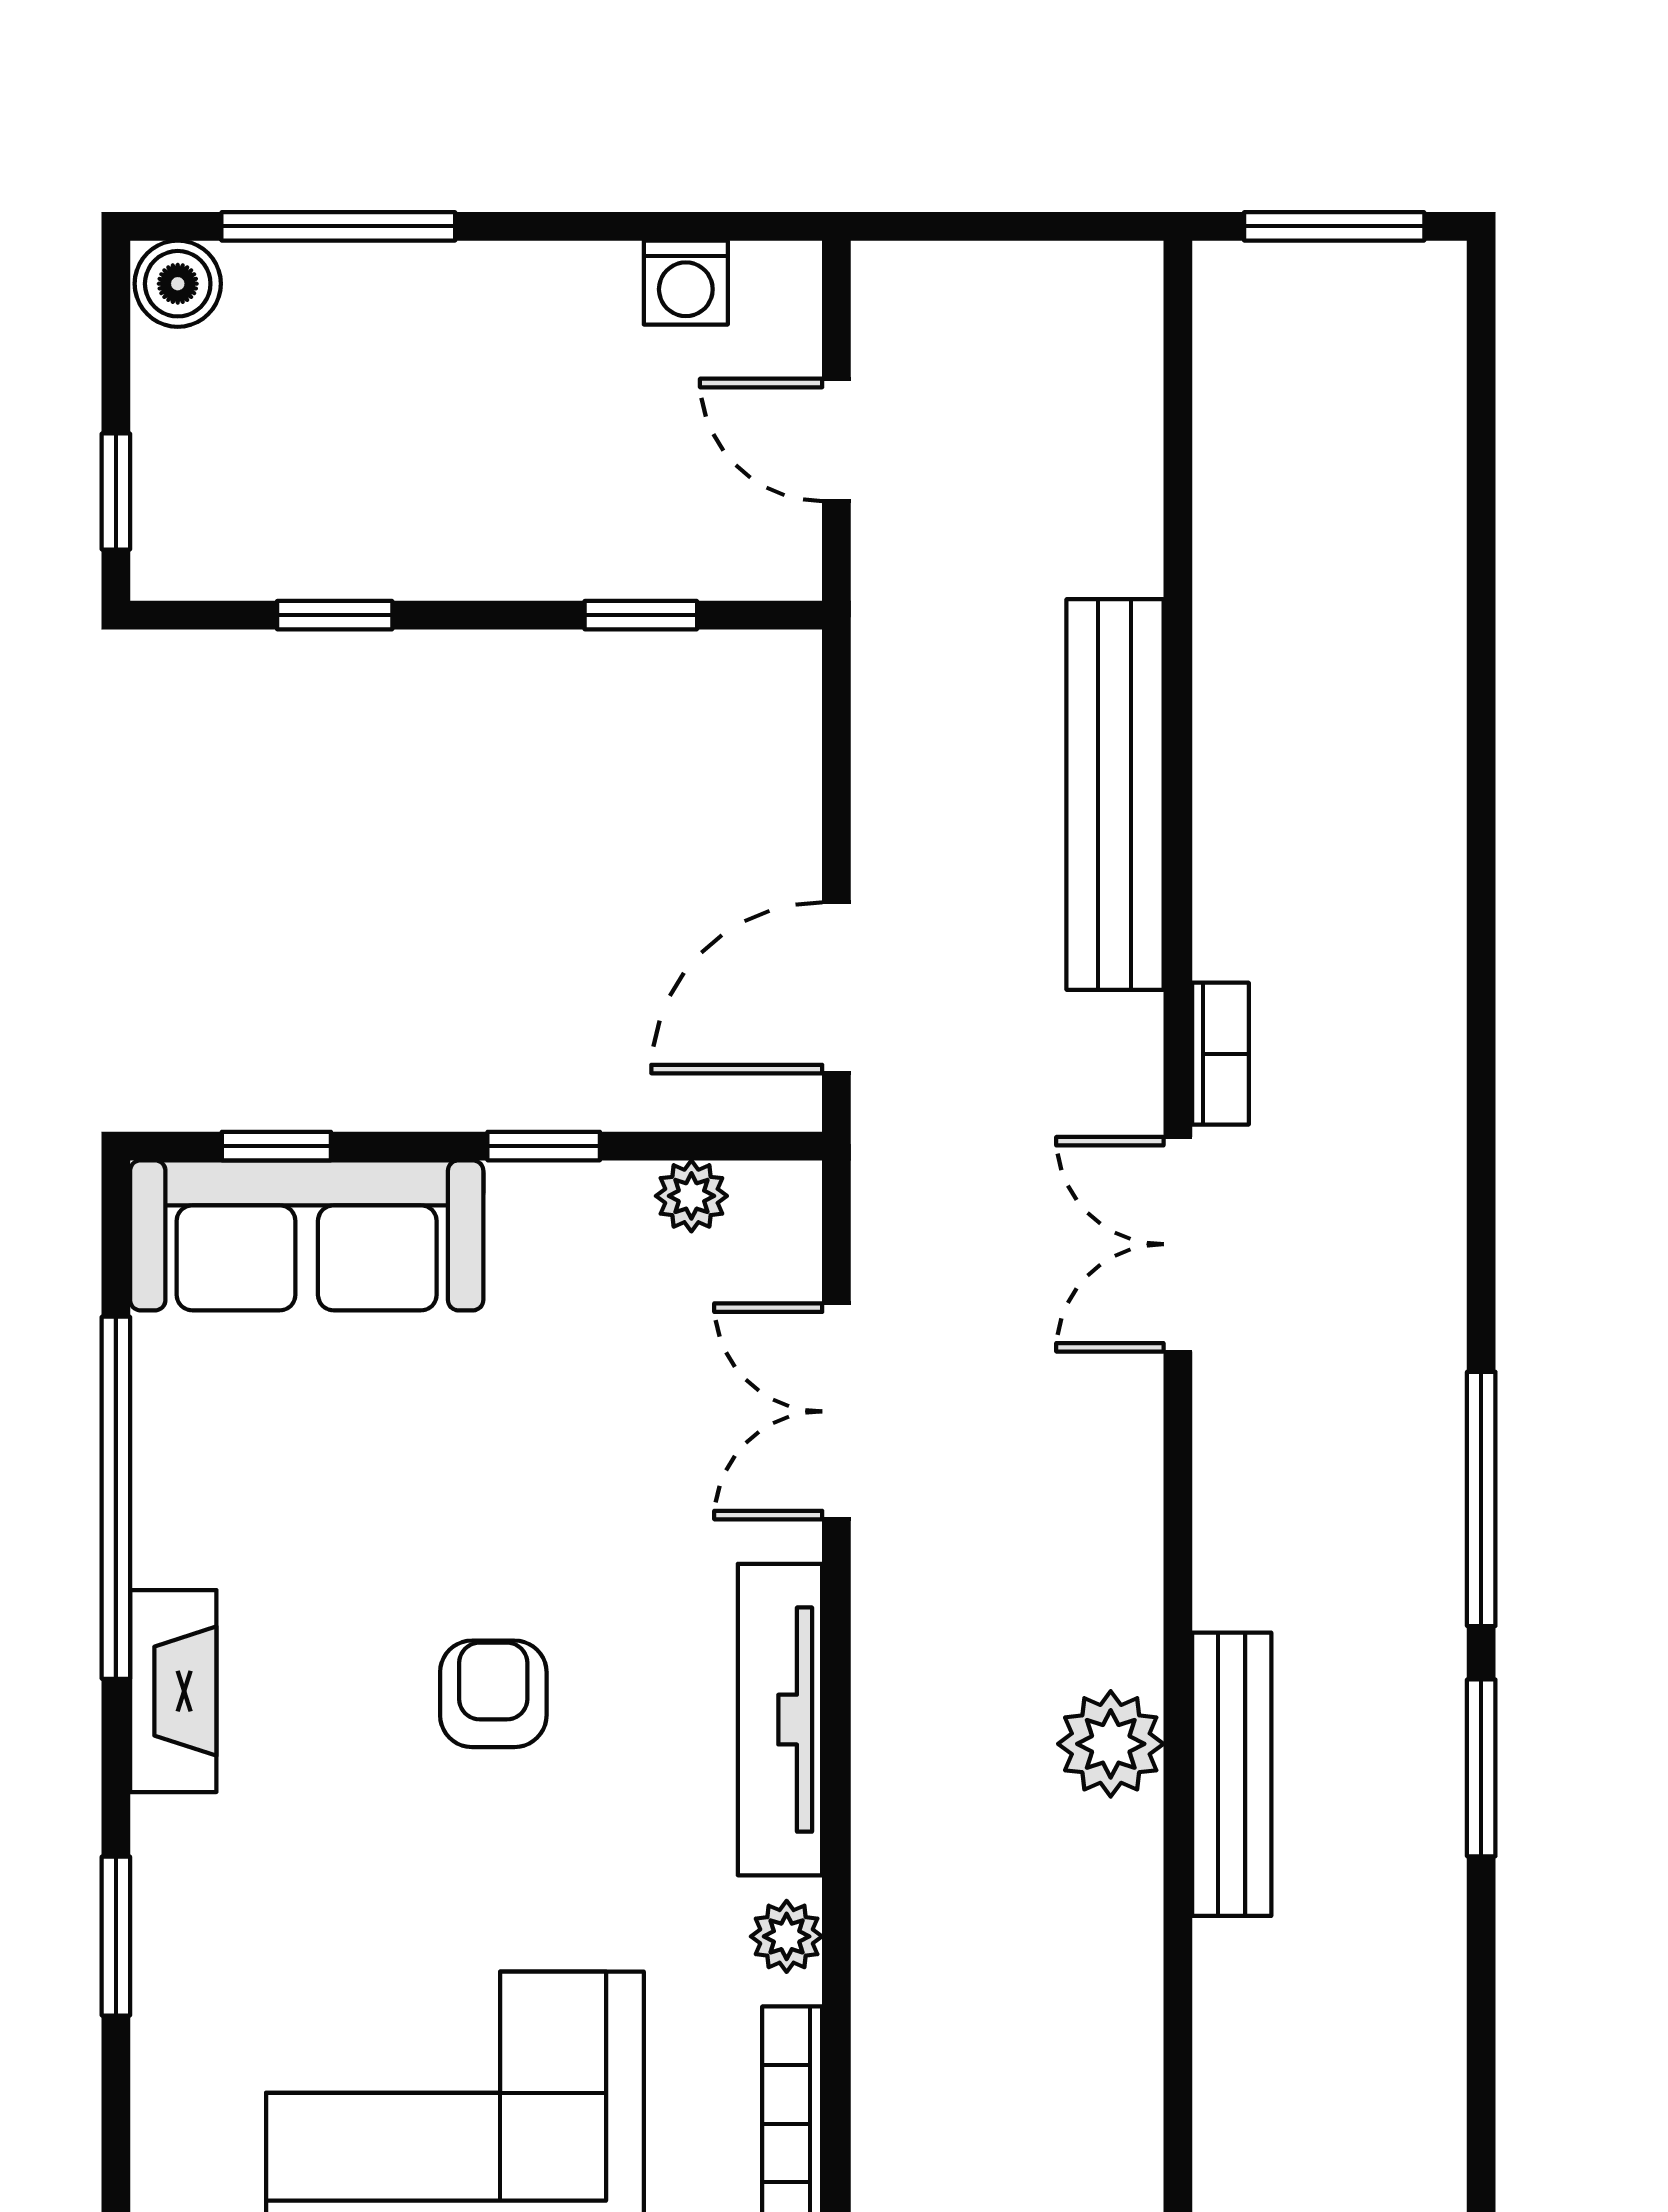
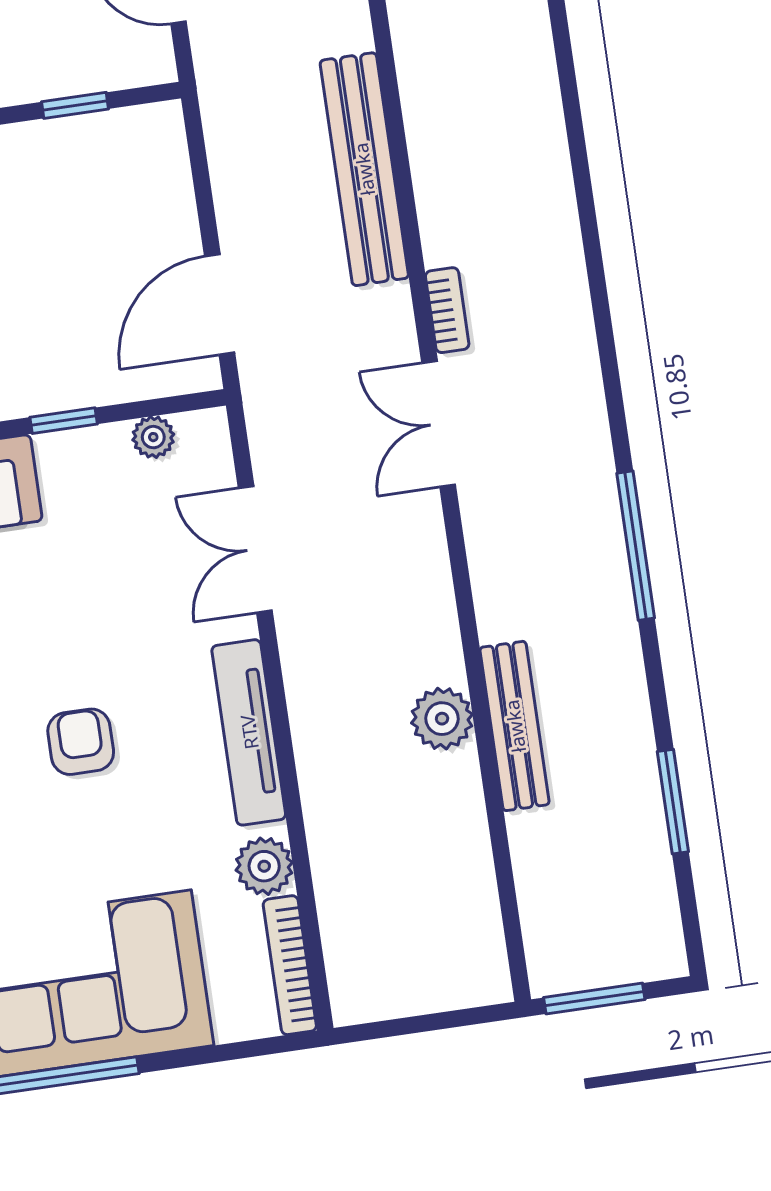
window: (1481, 1768) -> (673, 802), moved
plant: (787, 1936) -> (264, 866), width x1.38, depth x1.38

